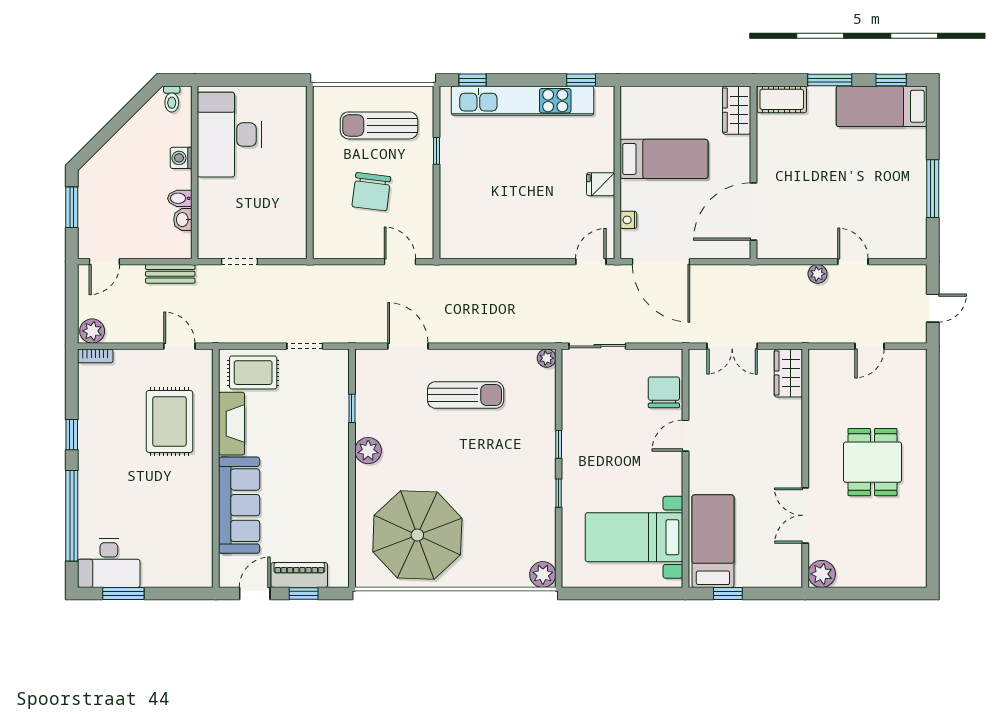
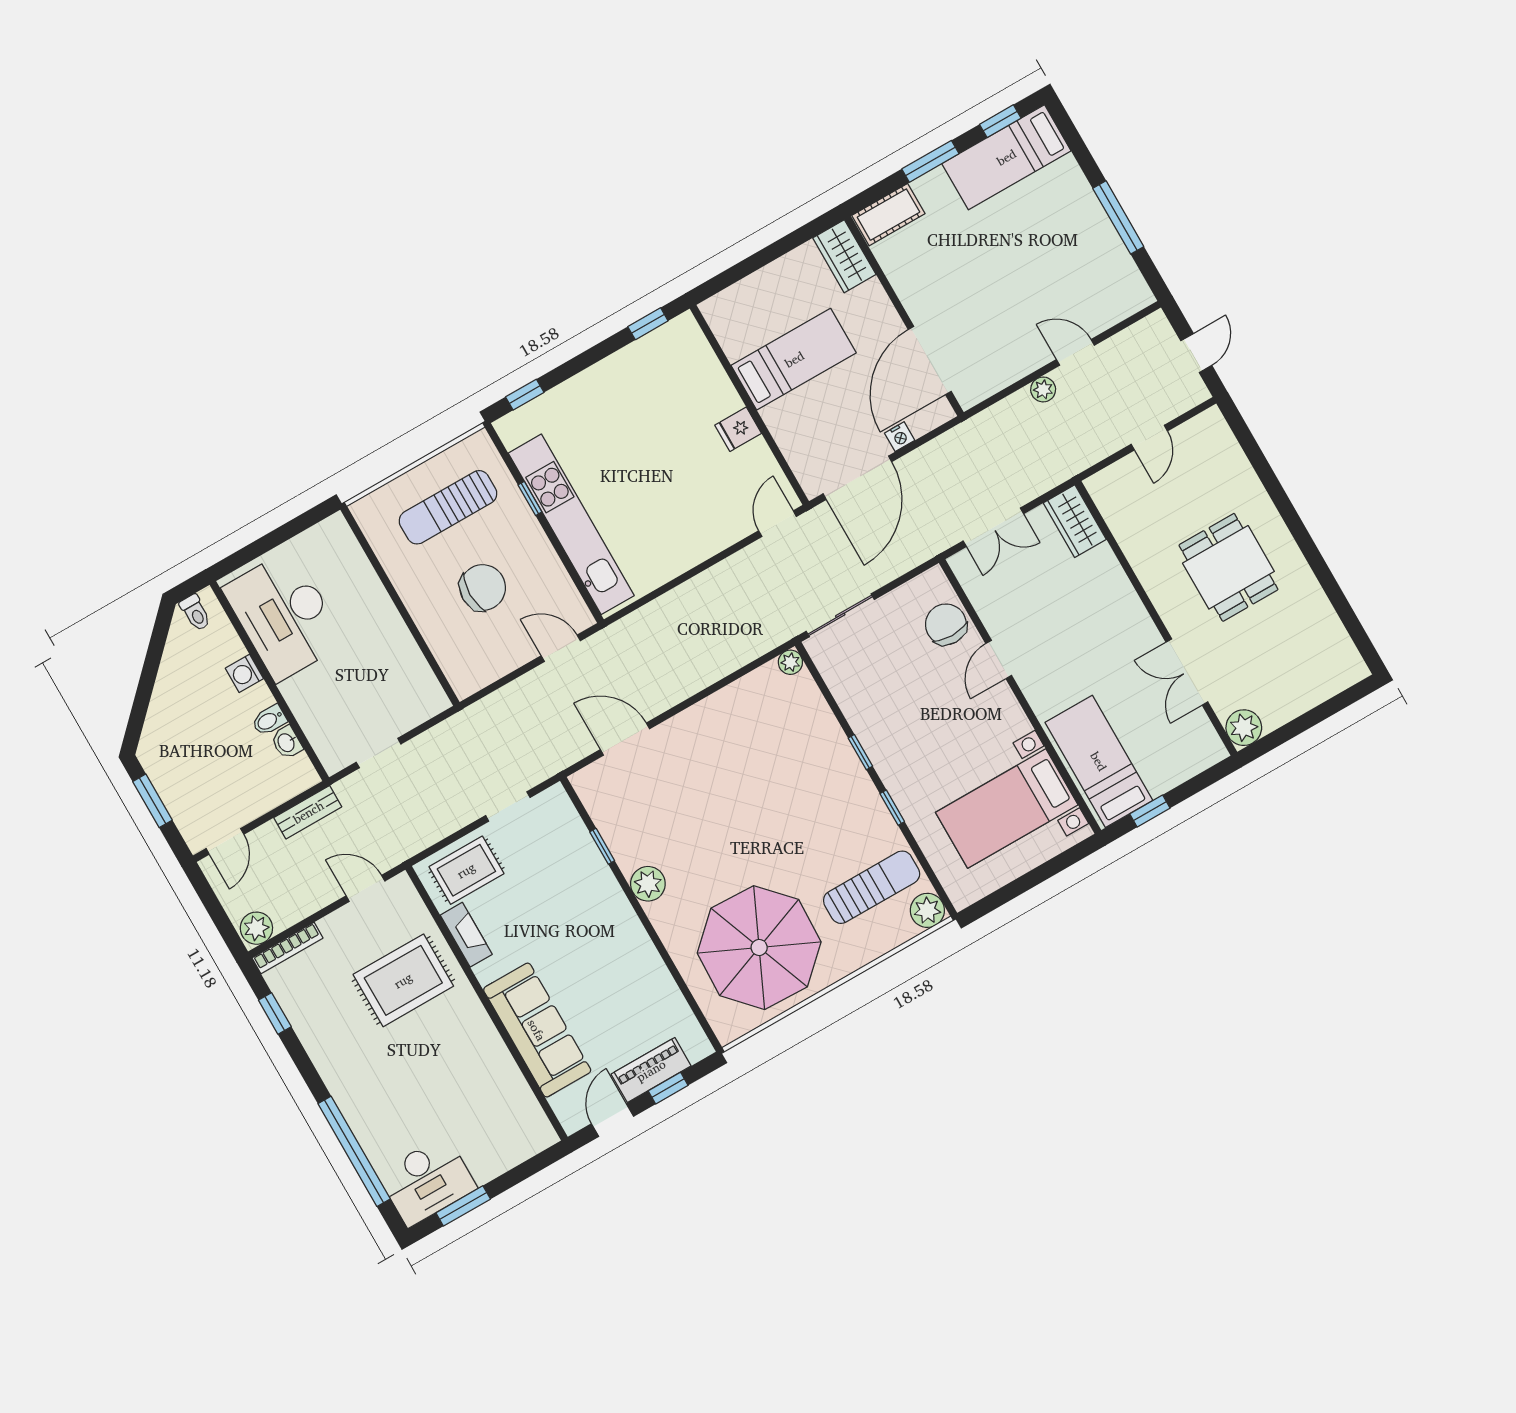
kitchen unit: (522, 101) -> (571, 524), moved, turned -90
chair: (371, 192) -> (483, 588), turned -97
nightstand: (628, 220) -> (900, 437), moved, turned -90
door: (661, 262) -> (857, 478), hinge flipped
bookcase: (95, 356) -> (287, 948), width x1.56
sun lounger: (466, 395) -> (872, 887), moved
rug: (169, 421) -> (403, 980), turned 90
fireplace: (232, 424) -> (466, 935), width x0.73, depth x0.76
window: (72, 435) -> (275, 1013), moved

